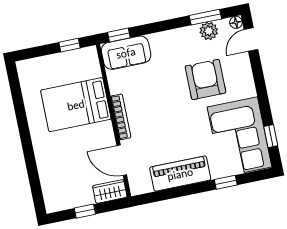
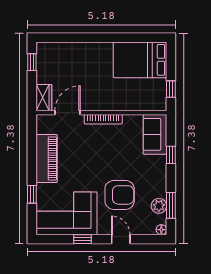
window: (119, 35) -> (171, 155), moved
door: (251, 40) -> (121, 239), moved
bed: (76, 105) -> (140, 60), moved, turned -90
window: (271, 136) -> (82, 239), moved
window: (85, 211) -> (32, 62), moved

